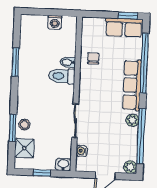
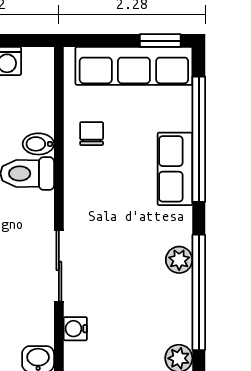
row of seats: (124, 27) -> (134, 66), width x1.48
row of seats: (132, 85) -> (175, 169), width x0.68

